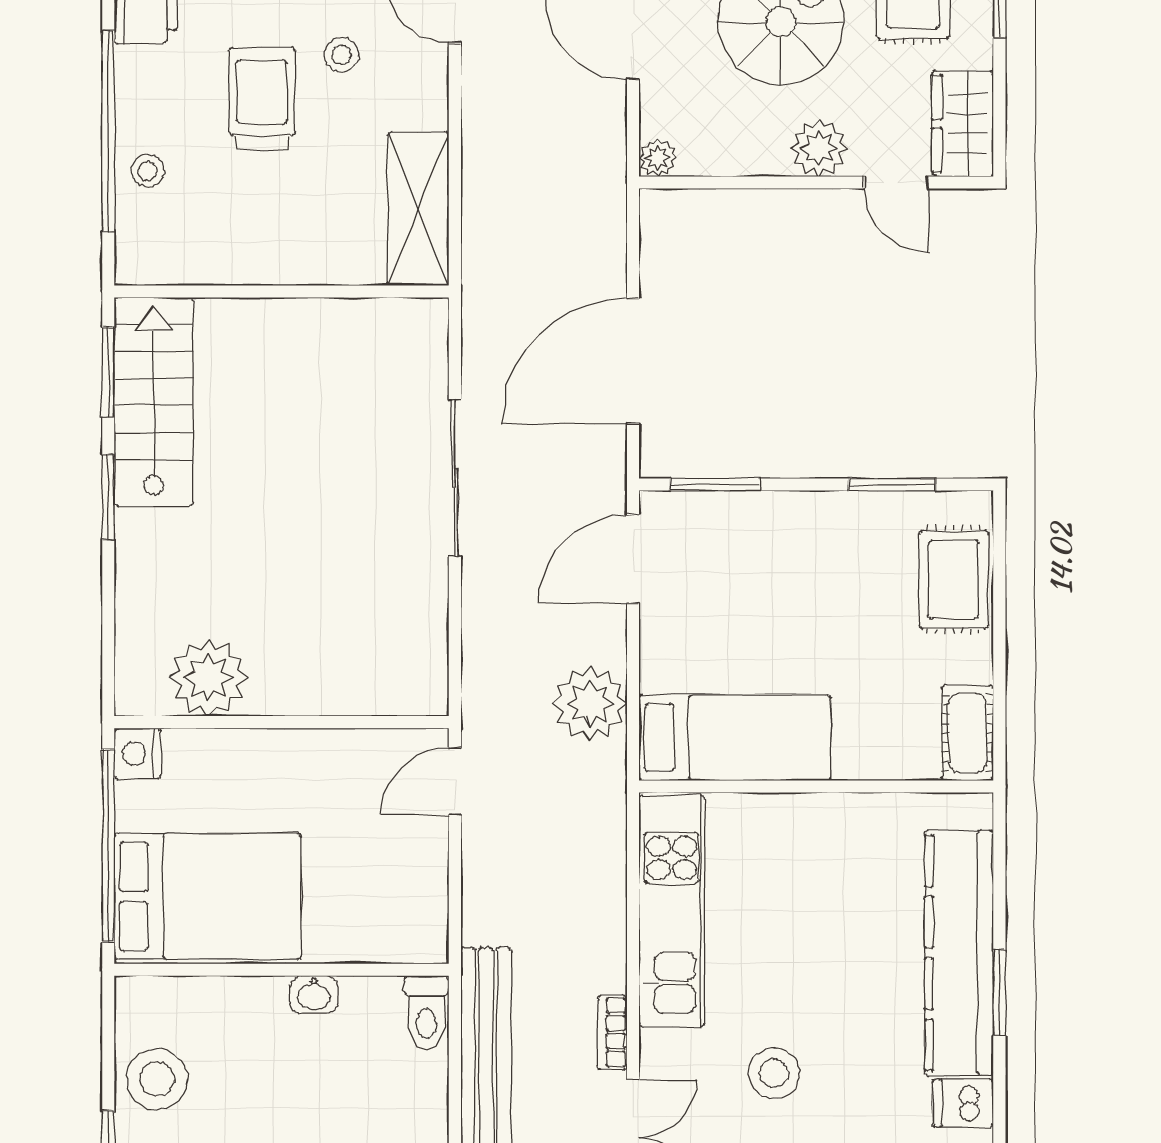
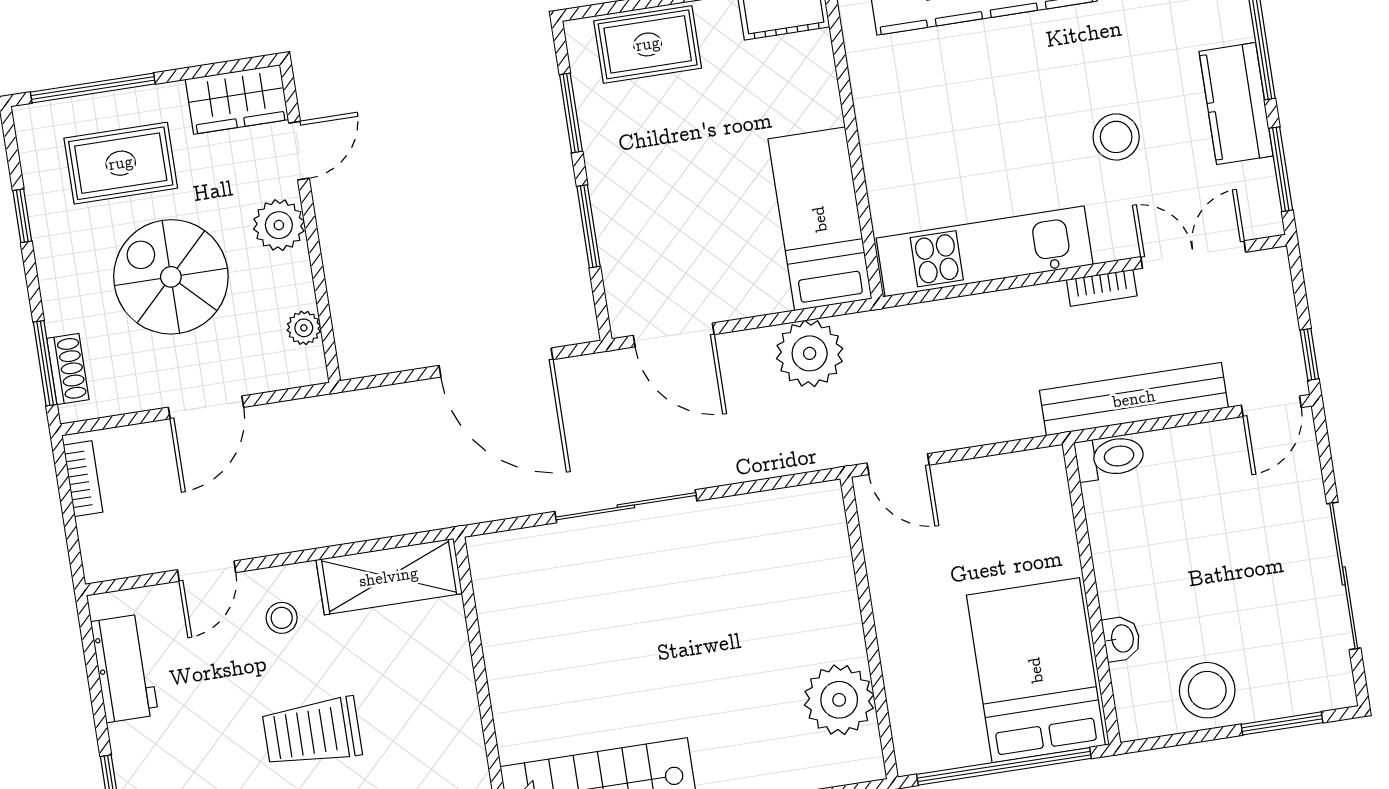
stool: (341, 55) -> (282, 618), moved
plant: (658, 158) -> (304, 328), moved
window: (715, 485) -> (588, 226), moved
nightstand: (138, 754) -> (917, 753), removed
washbasin: (314, 995) -> (1121, 639), moved

